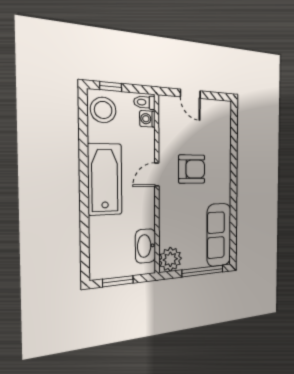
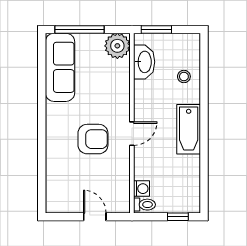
stool: (103, 110) -> (184, 76), moved, width x0.53, depth x0.53
armchair: (192, 169) -> (93, 139), turned 180
bathtub: (105, 179) -> (189, 129), width x0.73, depth x0.73
window: (118, 281) -> (156, 29), moved

